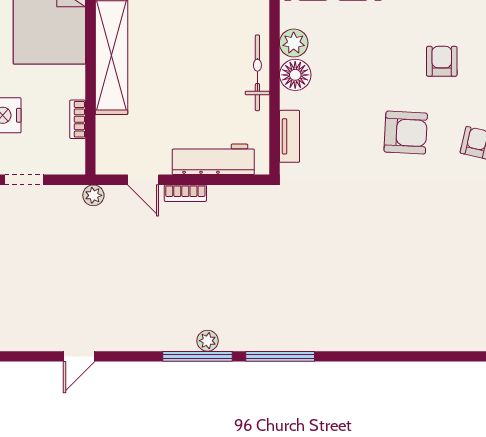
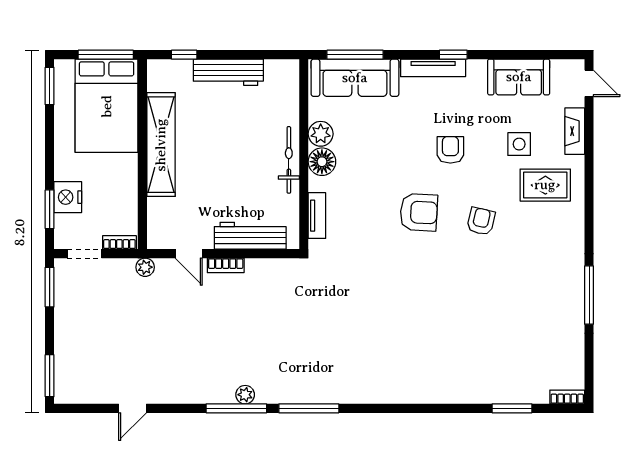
bookcase: (78, 119) -> (119, 242), moved, turned 90

